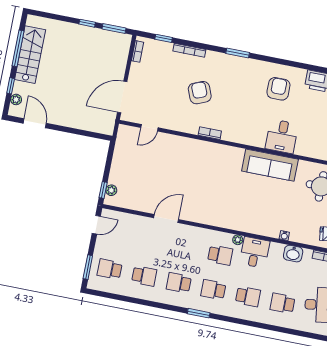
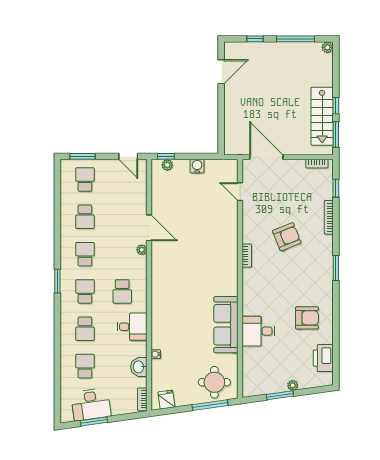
stairs: (30, 55) -> (322, 116), moved, turned 90
plant: (16, 99) -> (327, 47), moved
water cooler: (118, 163) -> (197, 166), added
plant: (238, 240) -> (142, 250), moved

